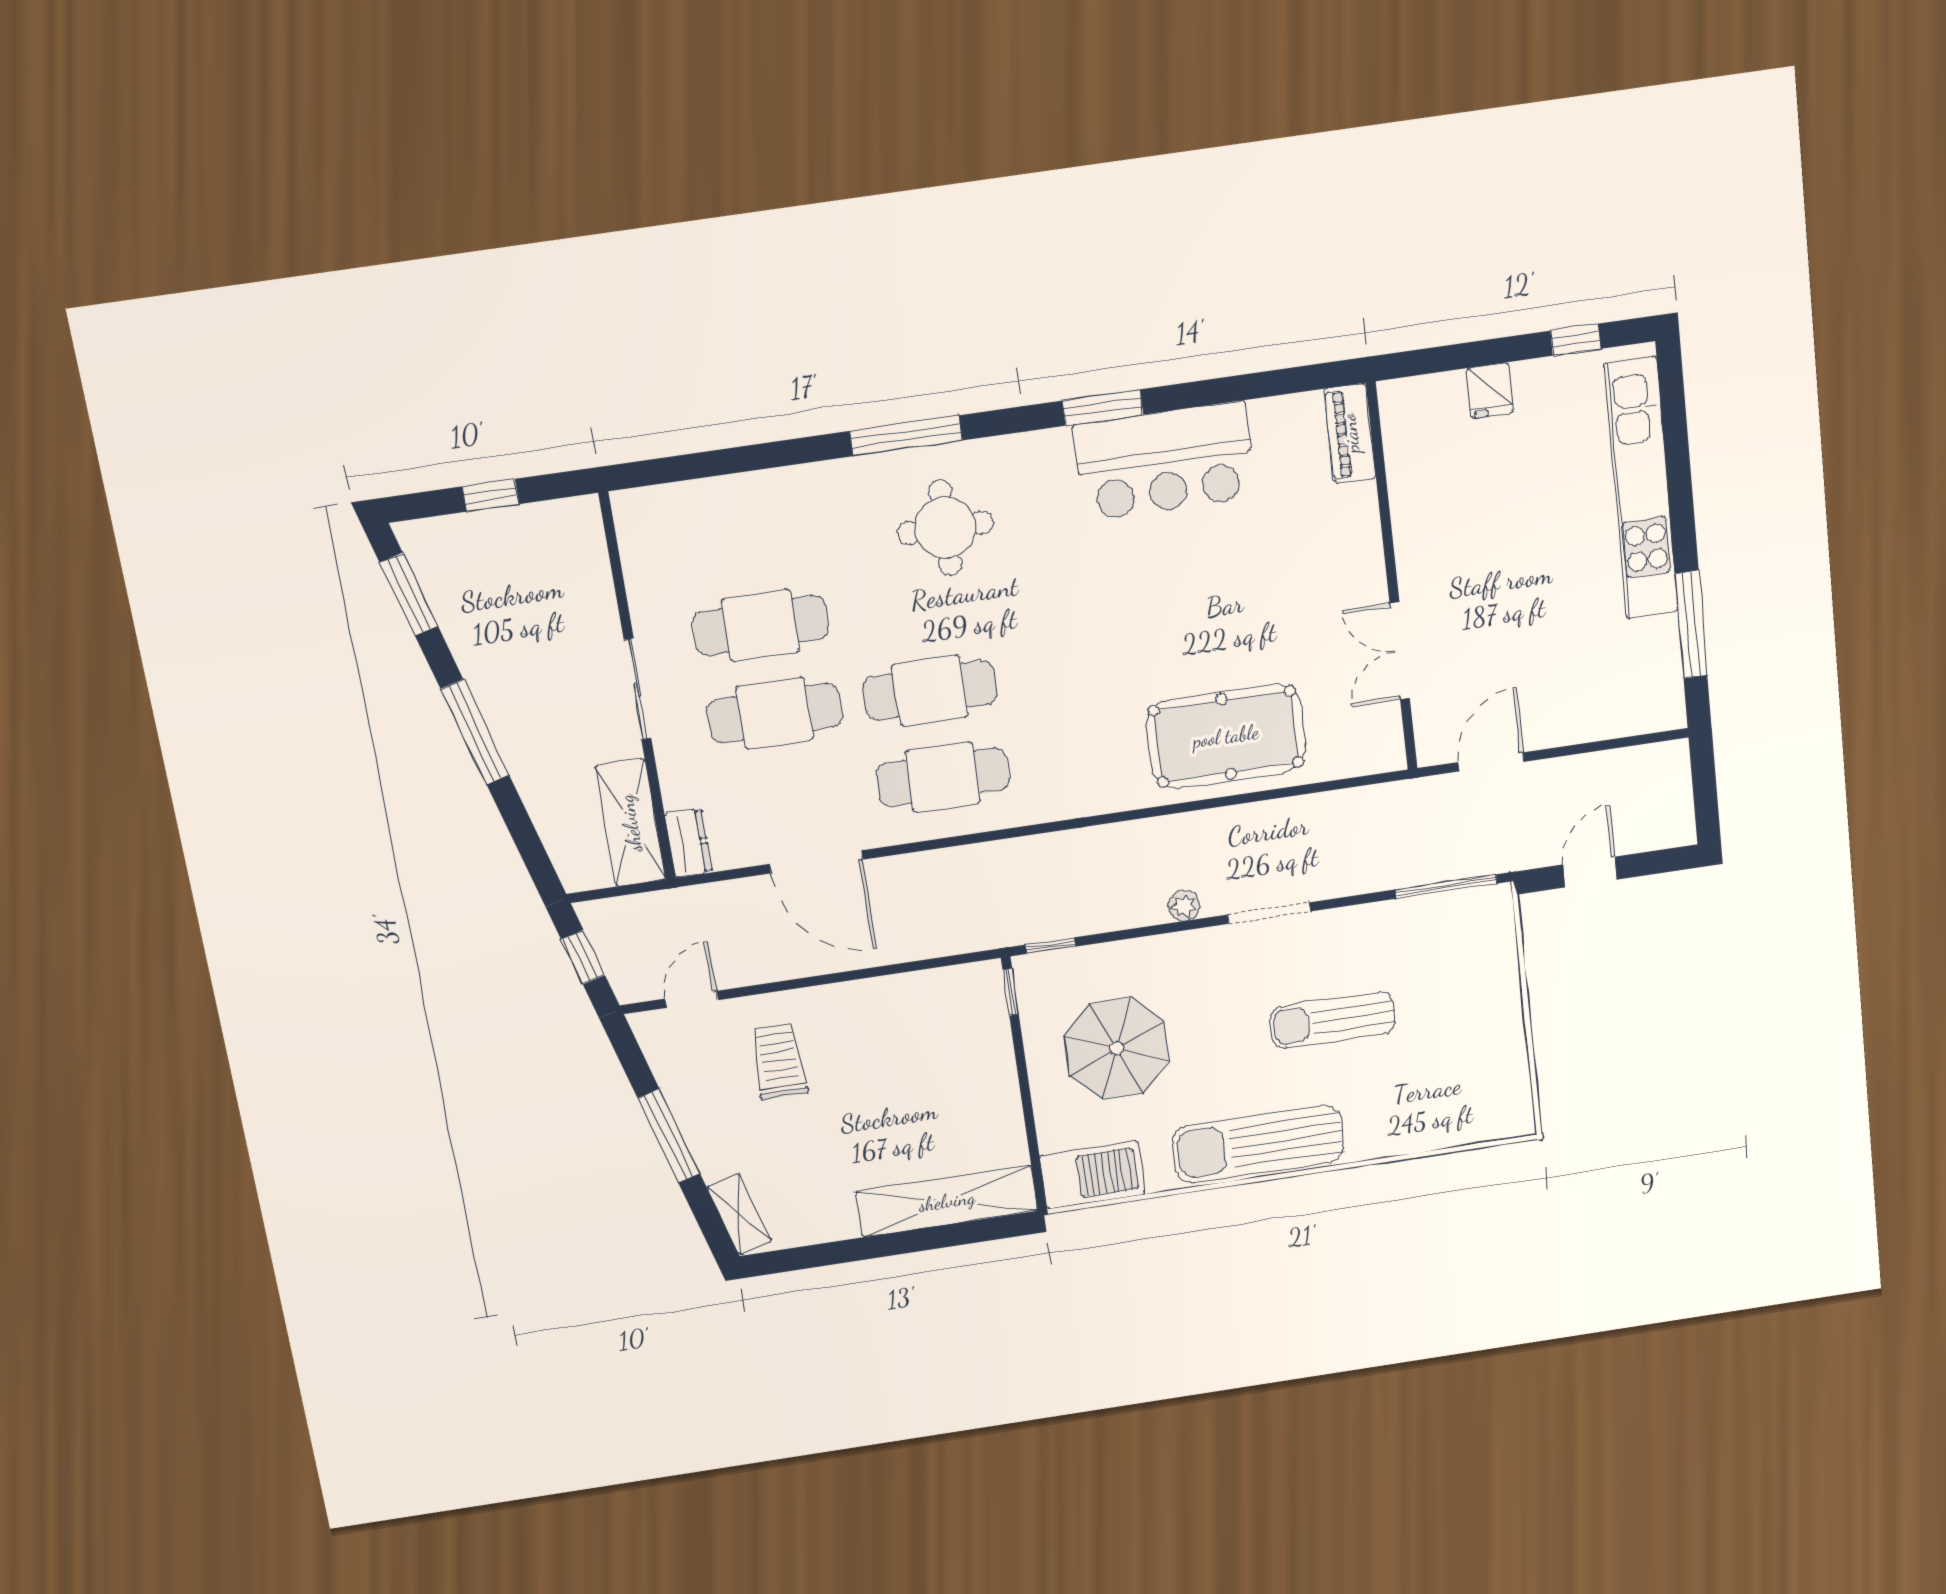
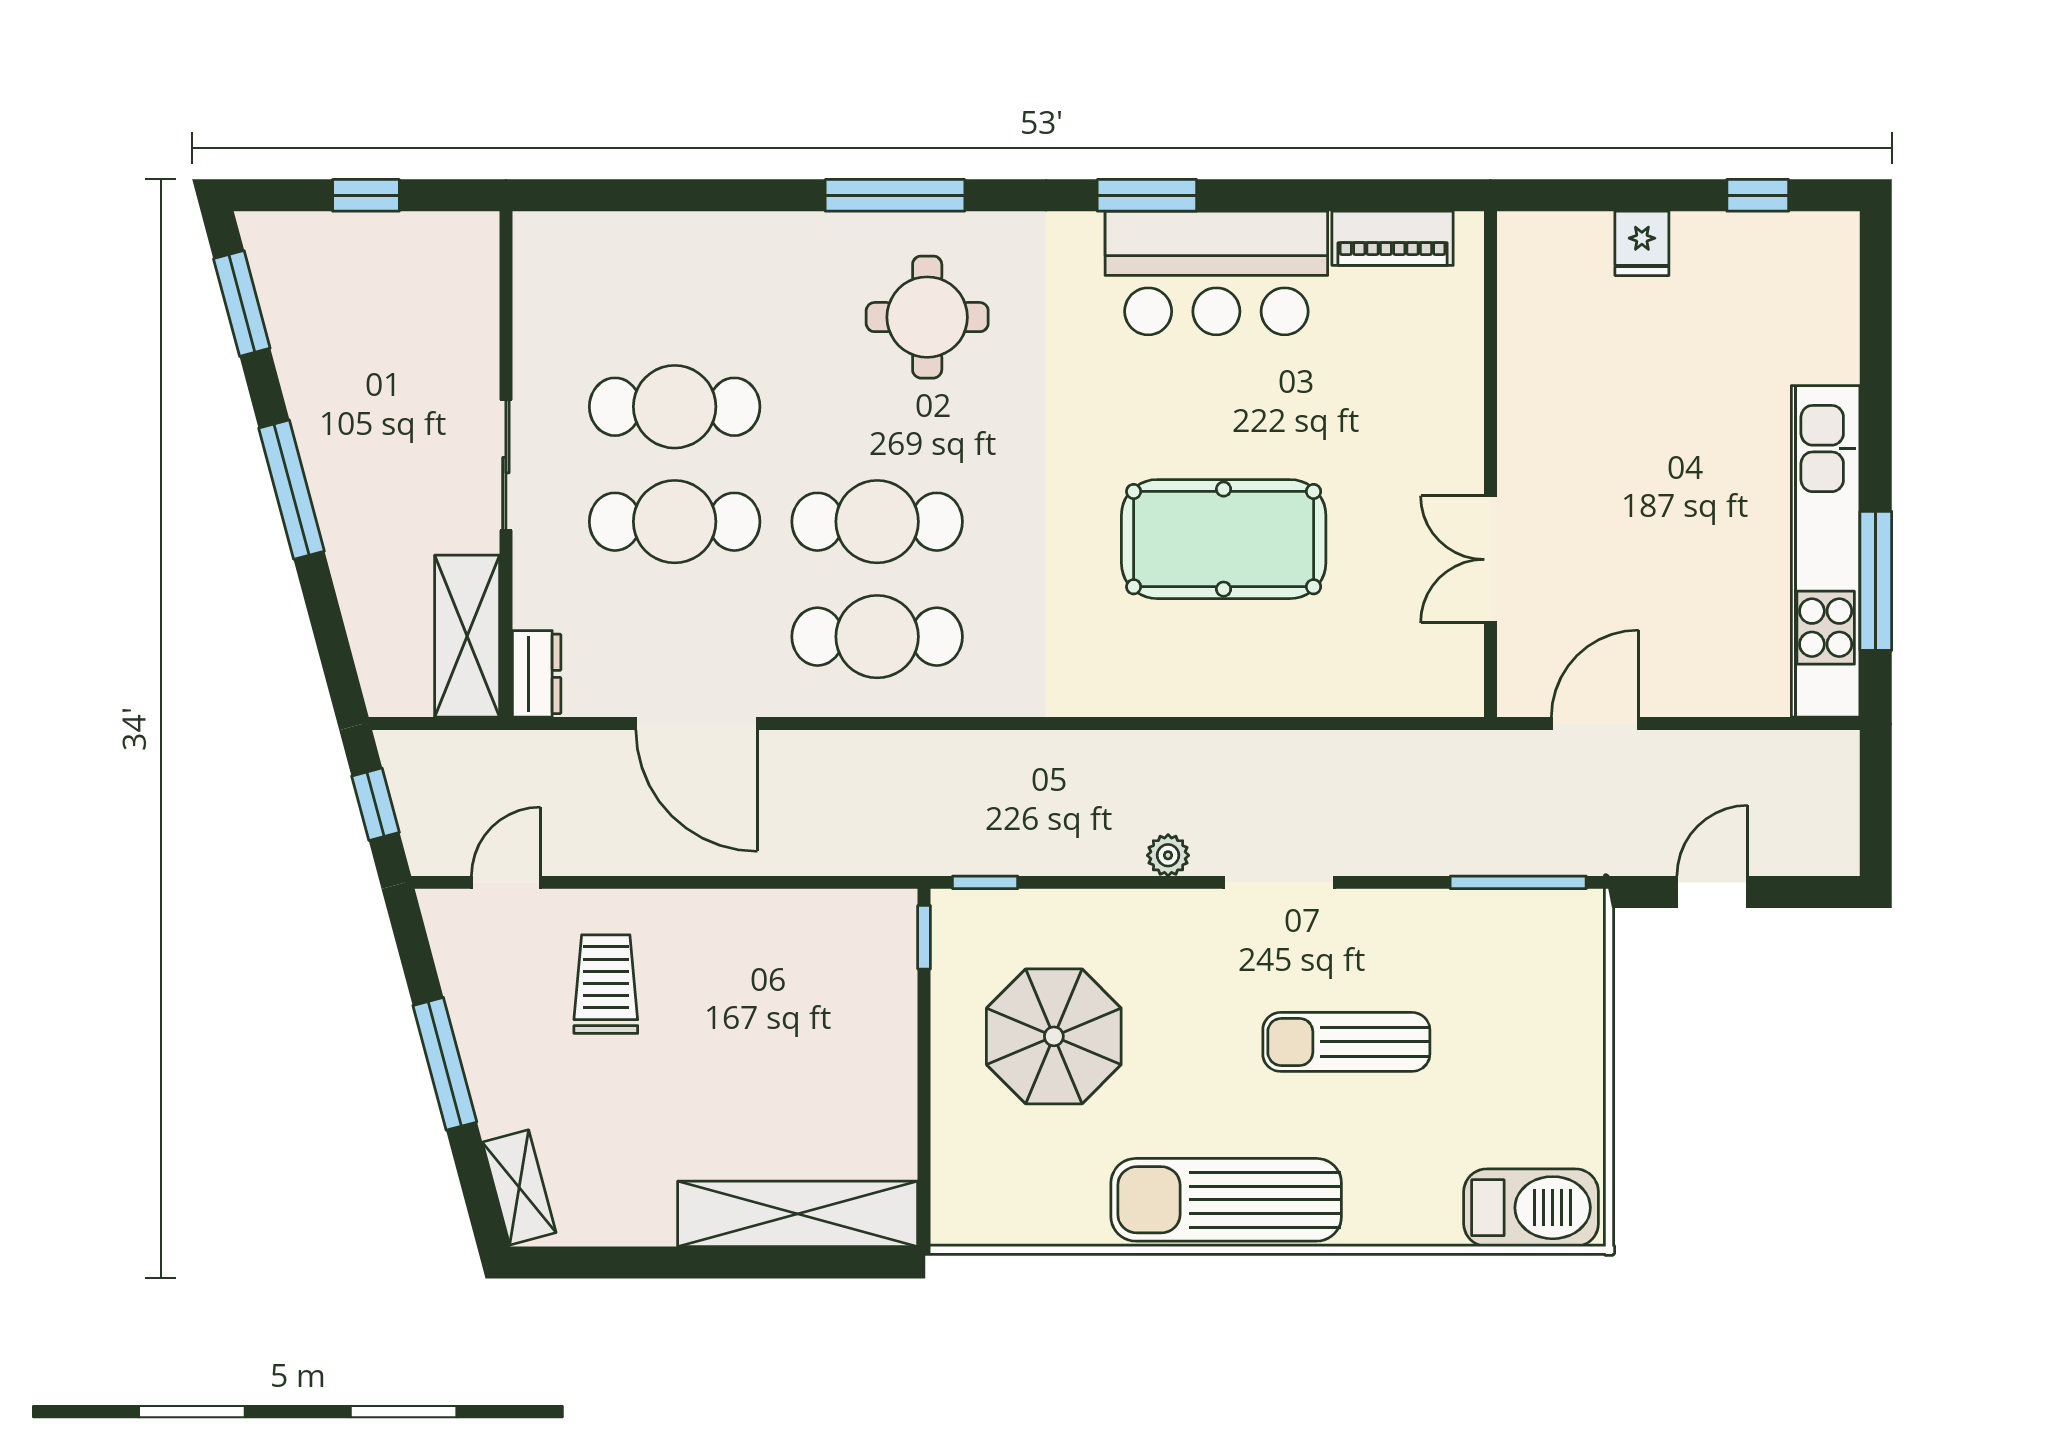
piano: (1350, 433) -> (1393, 238), moved, turned -90
kitchen unit: (1641, 489) -> (1826, 551), moved
pool table: (1226, 736) -> (1224, 539), moved
barbecue: (1092, 1175) -> (1531, 1208), moved

